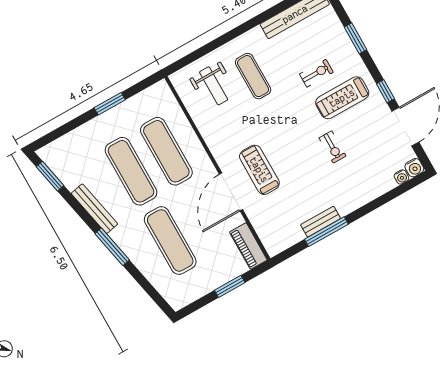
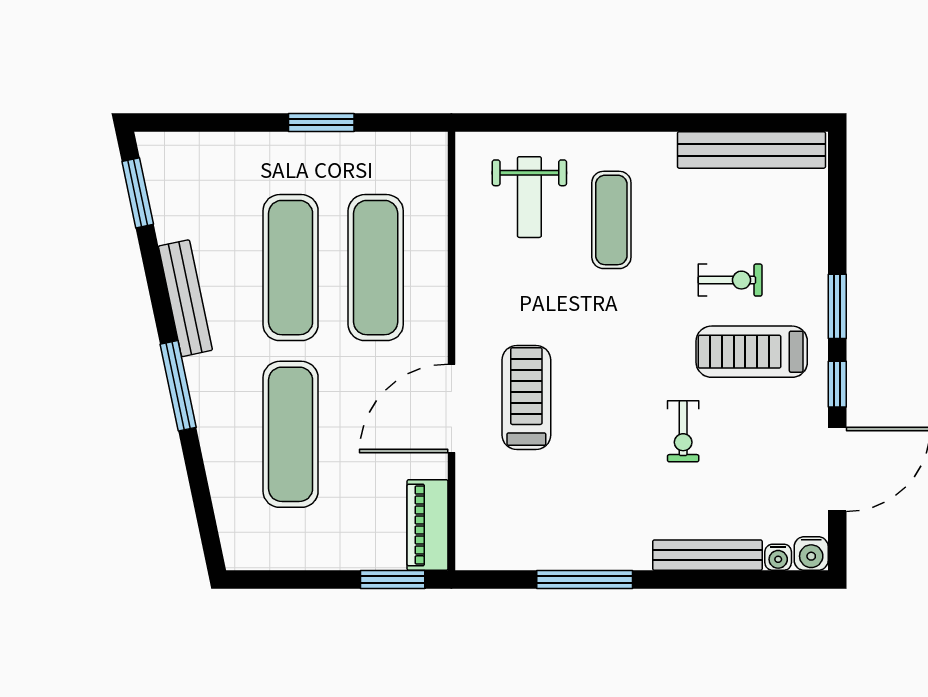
window: (355, 38) -> (837, 306), moved
bench: (321, 222) -> (707, 555), moved, width x1.36
window: (230, 286) -> (393, 580), moved

